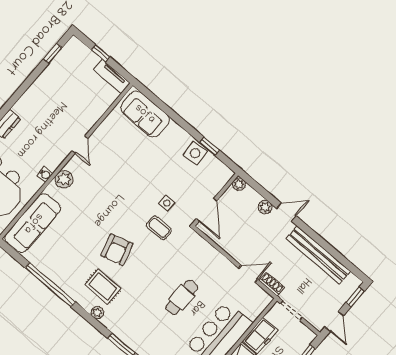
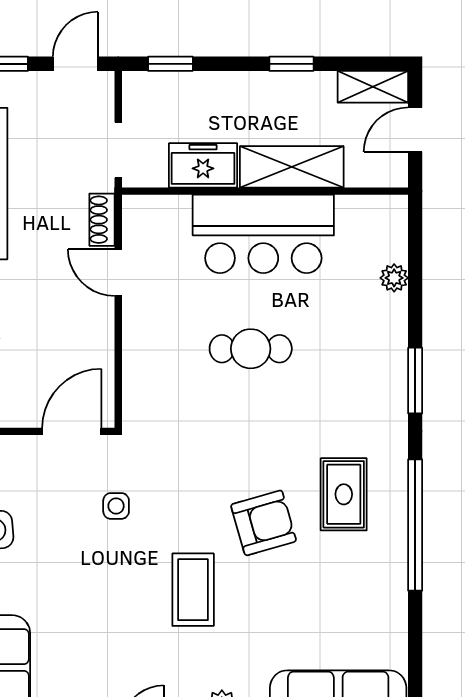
coffee table: (159, 228) -> (193, 590), moved, width x1.36, depth x1.30
window: (50, 285) -> (415, 525), moved
plant: (97, 313) -> (395, 467), removed

